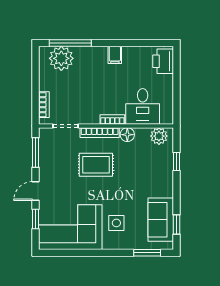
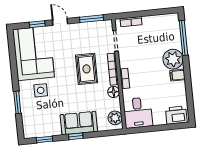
plant: (61, 58) -> (173, 59), moved
desk: (143, 106) -> (138, 113), moved, turned -90
window: (177, 161) -> (76, 136), moved
sofa: (161, 220) -> (79, 123), moved
window: (147, 253) -> (17, 102), moved

